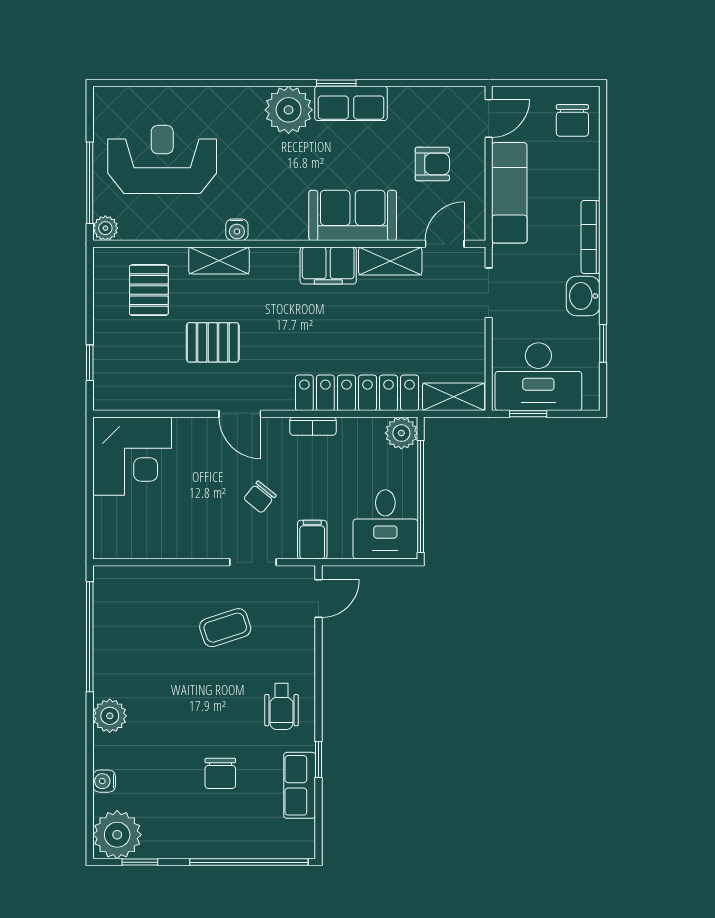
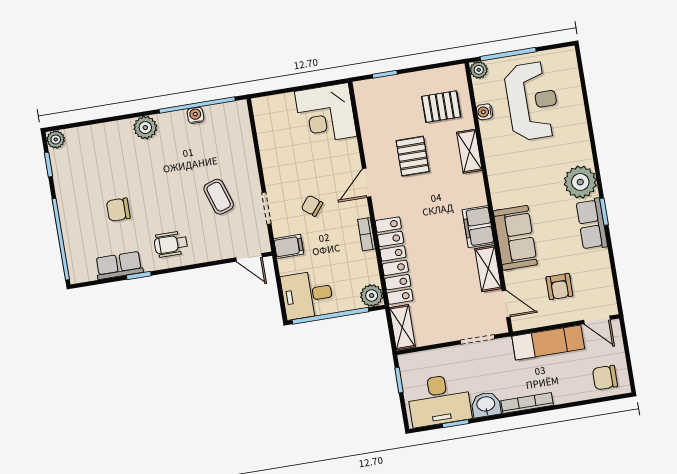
water cooler: (237, 230) -> (484, 112), moved
desk: (538, 377) -> (439, 400), moved, turned -90
water cooler: (104, 781) -> (195, 115), moved
plant: (117, 835) -> (56, 139), width x0.53, depth x0.53

